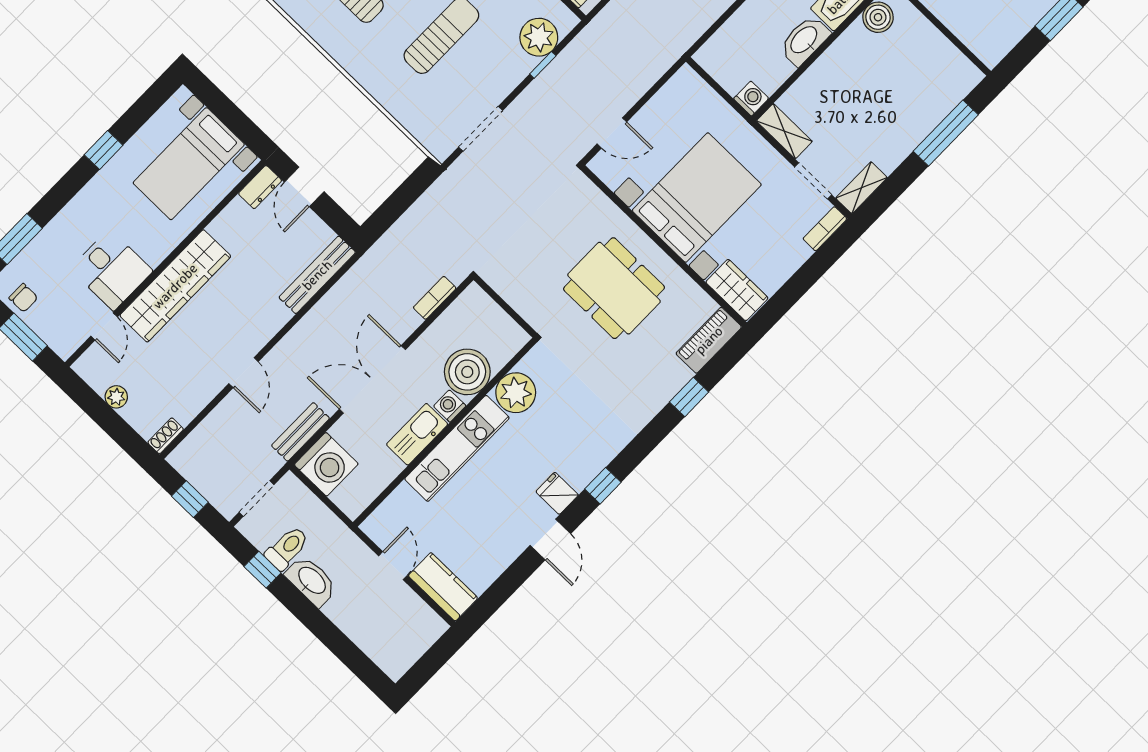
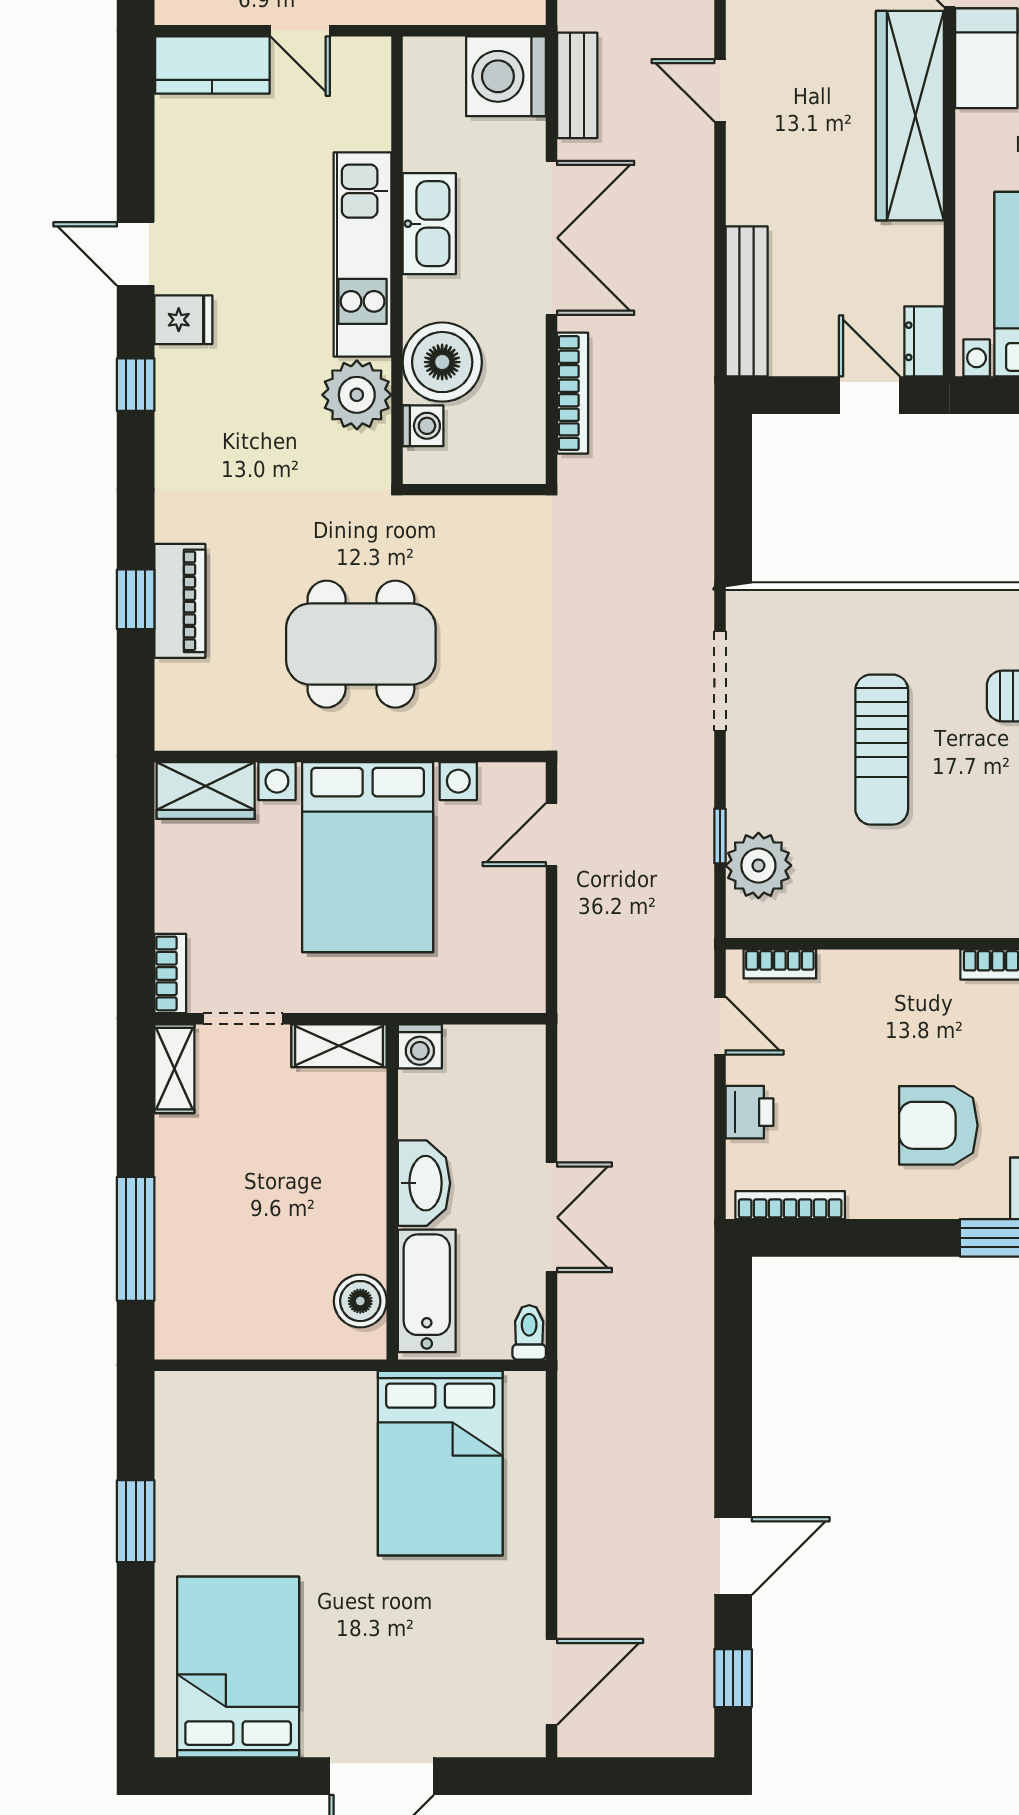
bookcase: (435, 298) -> (573, 393), width x1.56
piano: (709, 340) -> (180, 601), moved
washing machine: (450, 406) -> (423, 426), moved

